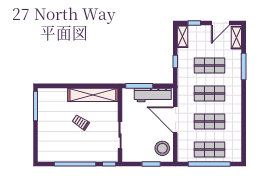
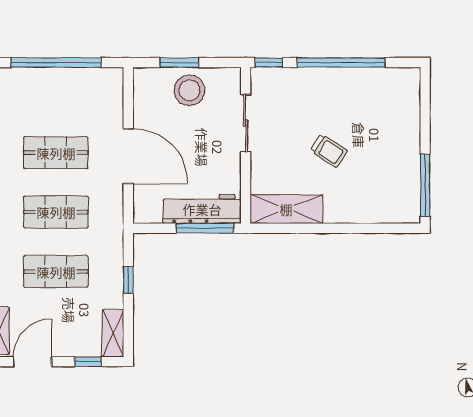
shelving: (93, 95) -> (286, 209), width x0.68
workbench: (153, 95) -> (202, 209), moved
stool: (162, 148) -> (189, 90), moved
shop shelf: (209, 149) -> (56, 93), removed

